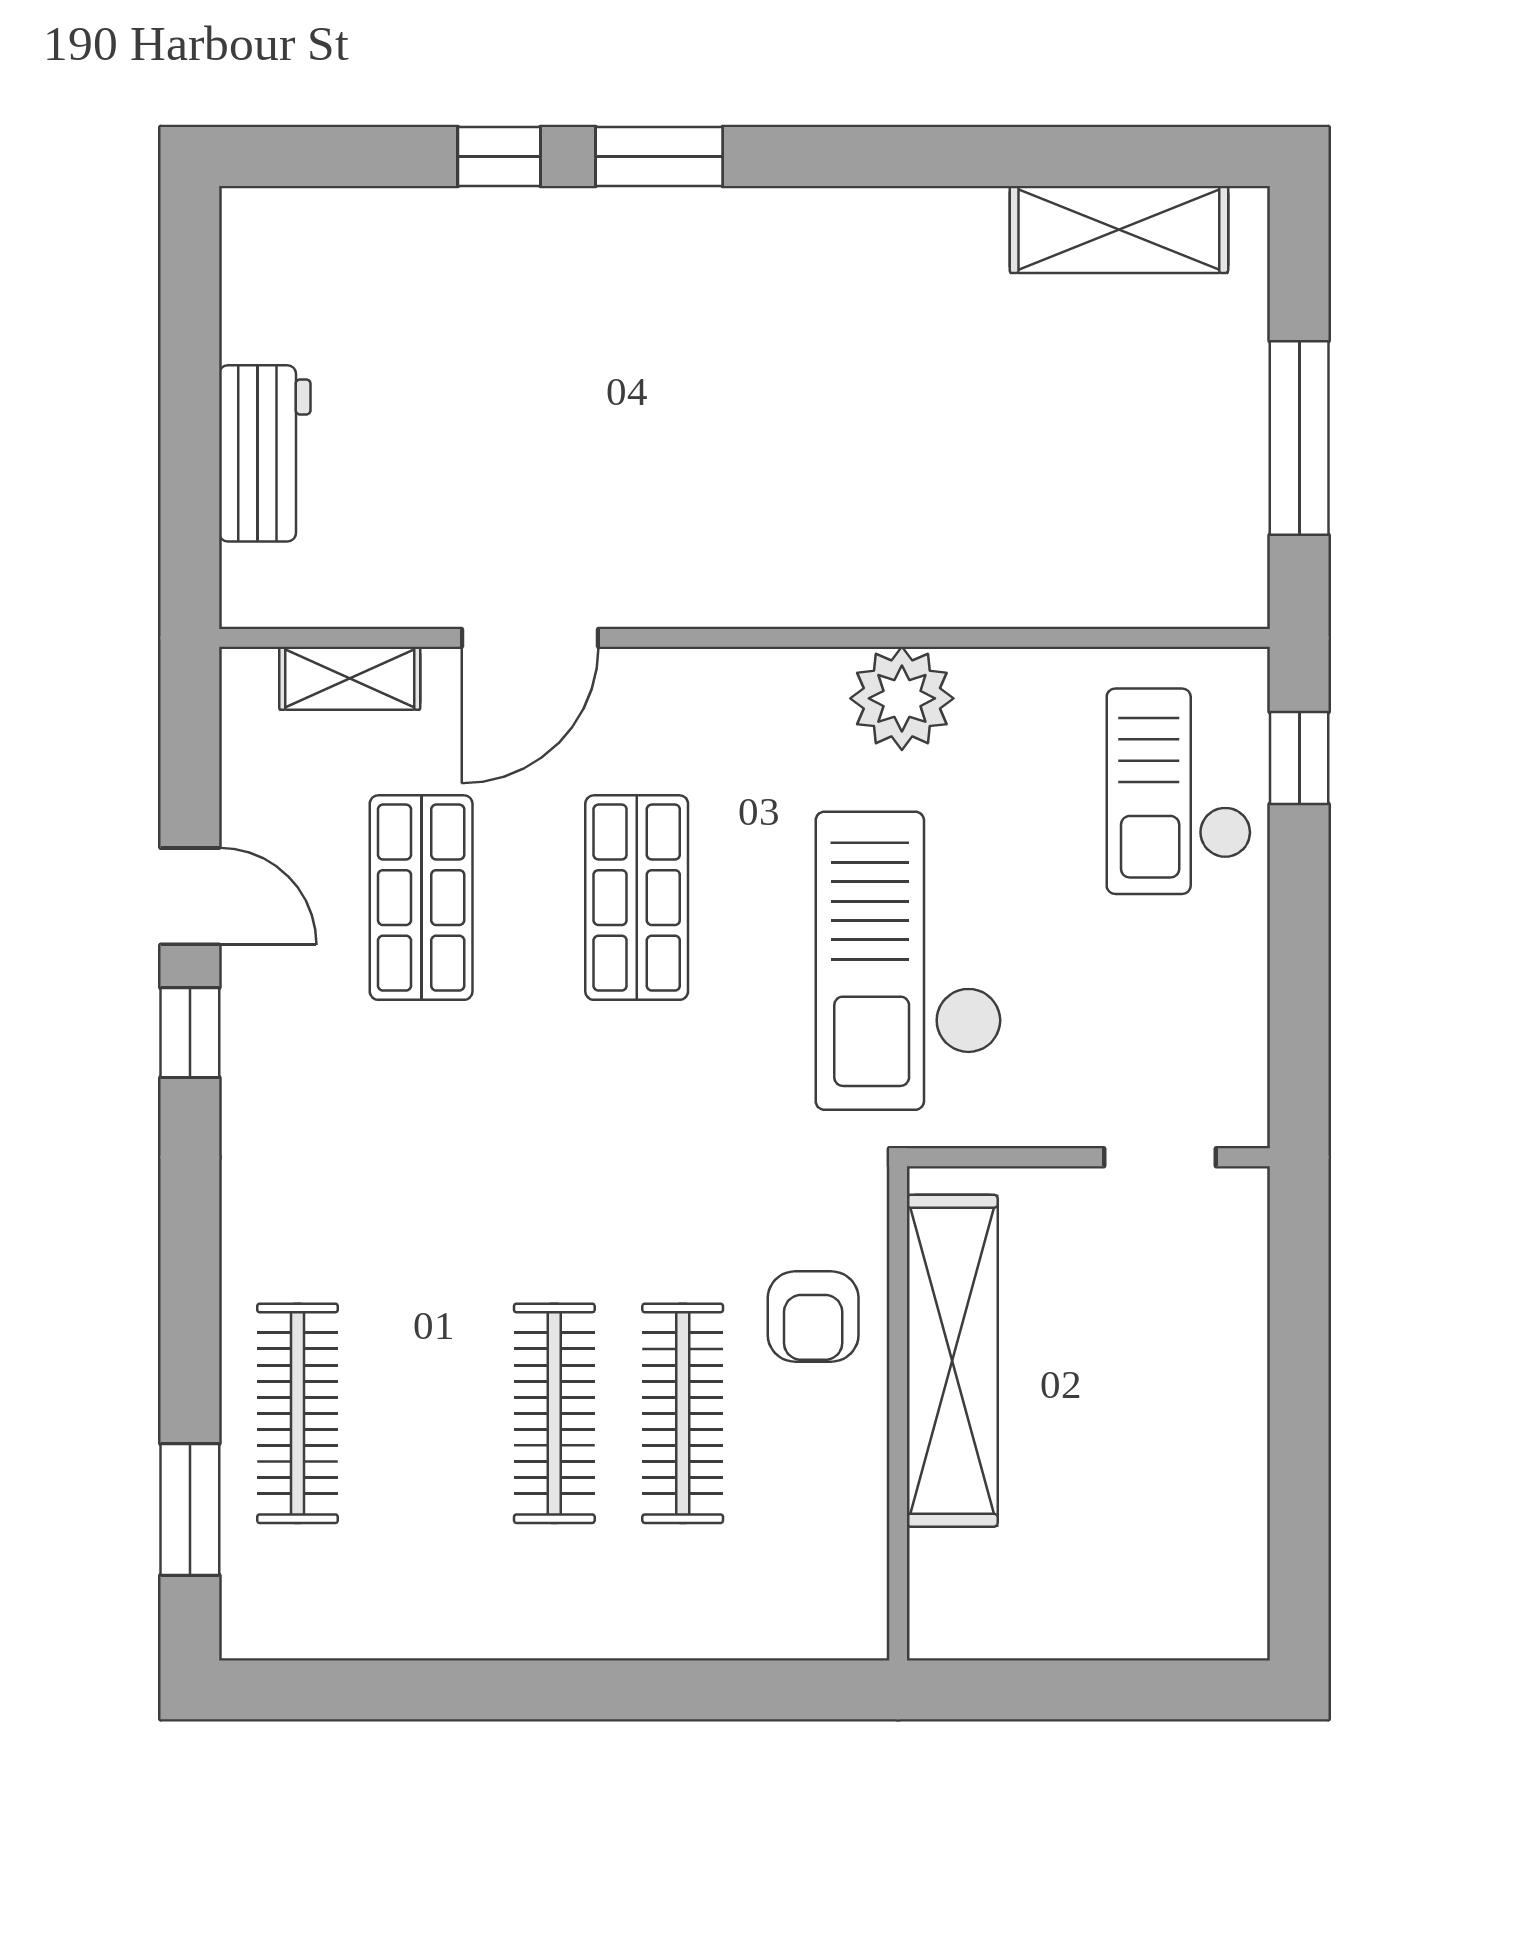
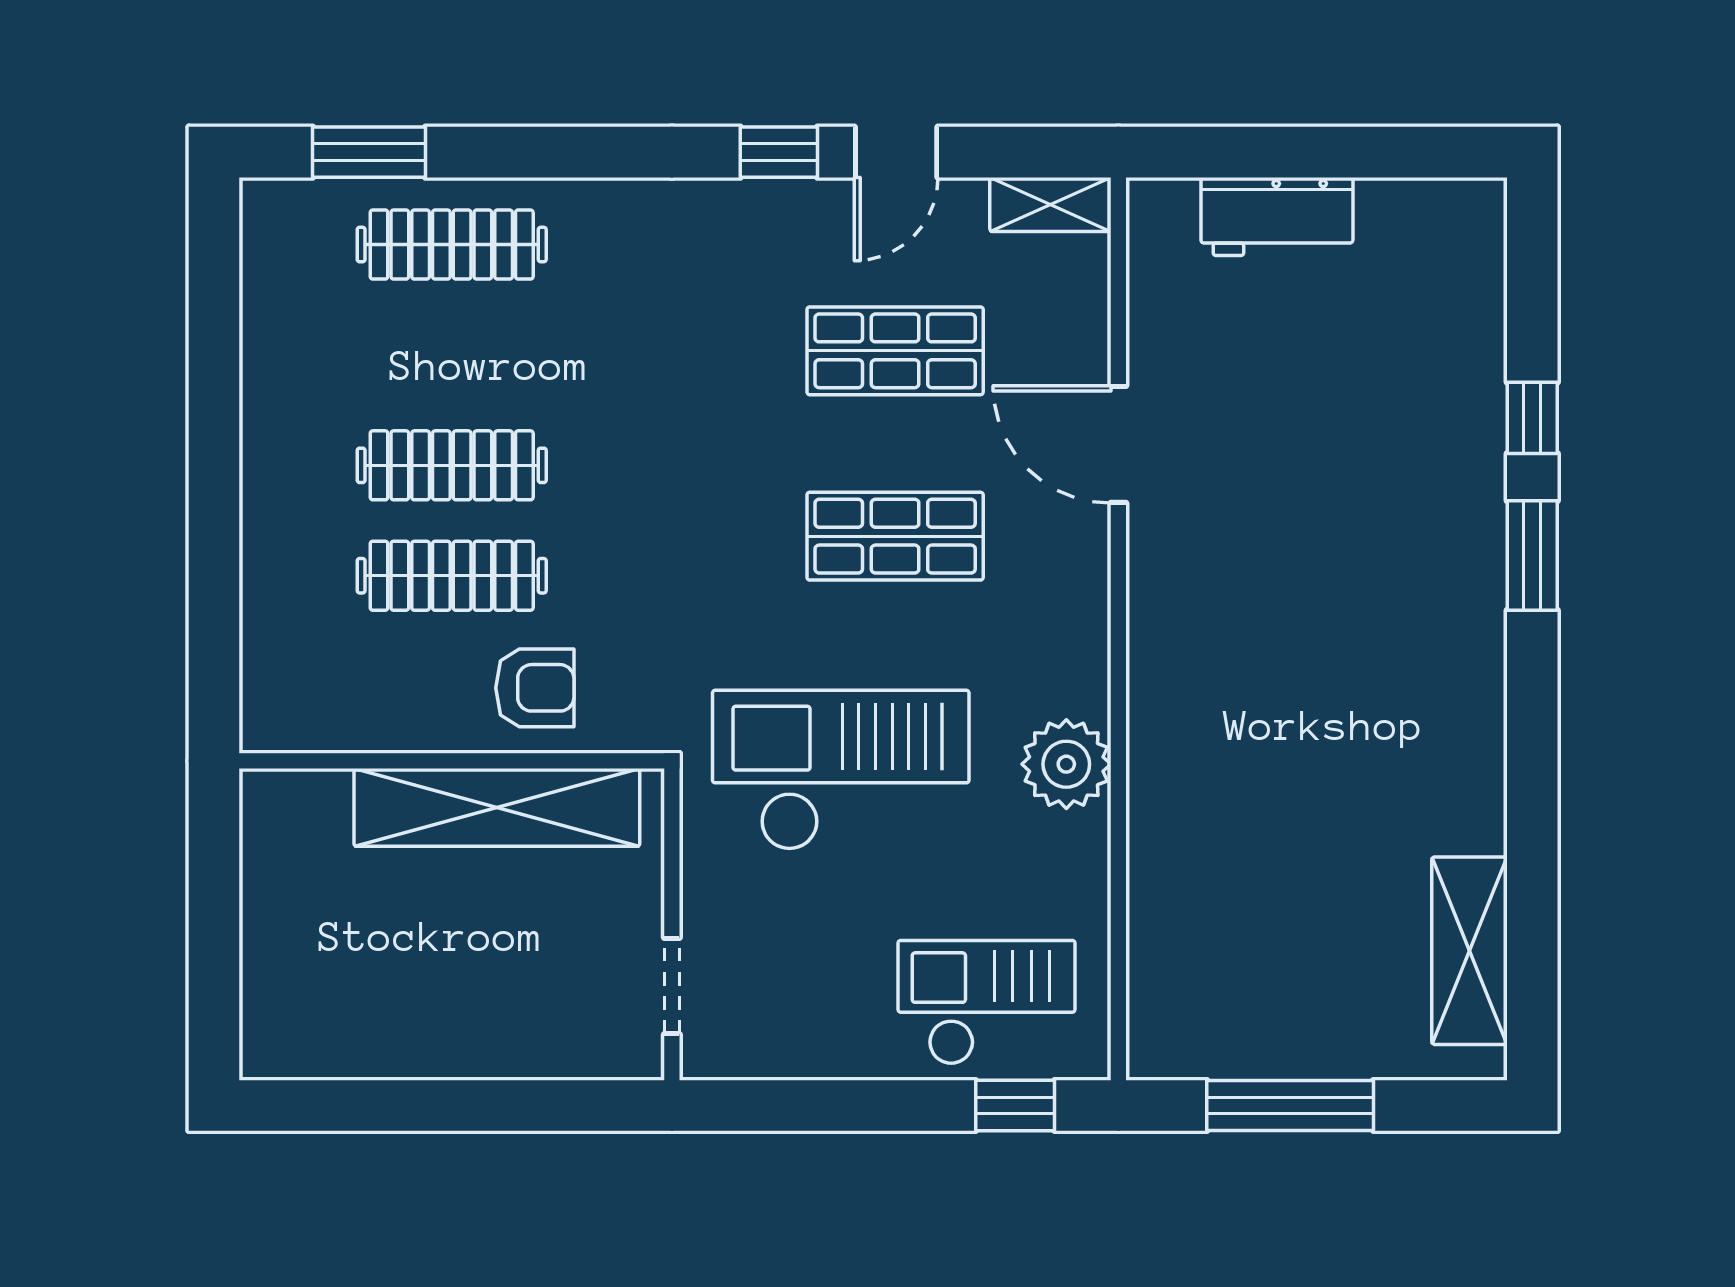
shelving: (350, 678) -> (1050, 204), moved, turned 90
armchair: (813, 1317) -> (535, 688), turned 180

